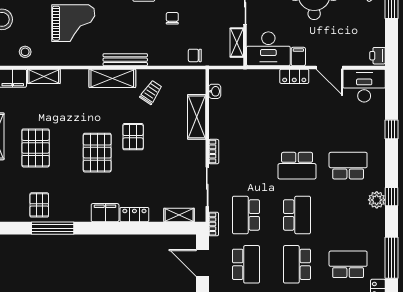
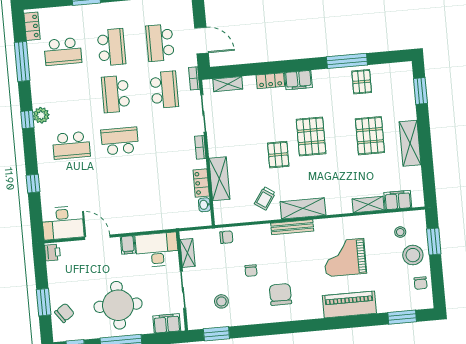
stool: (25, 52) -> (400, 232), moved
locker: (294, 76) -> (201, 183), moved, turned -90

